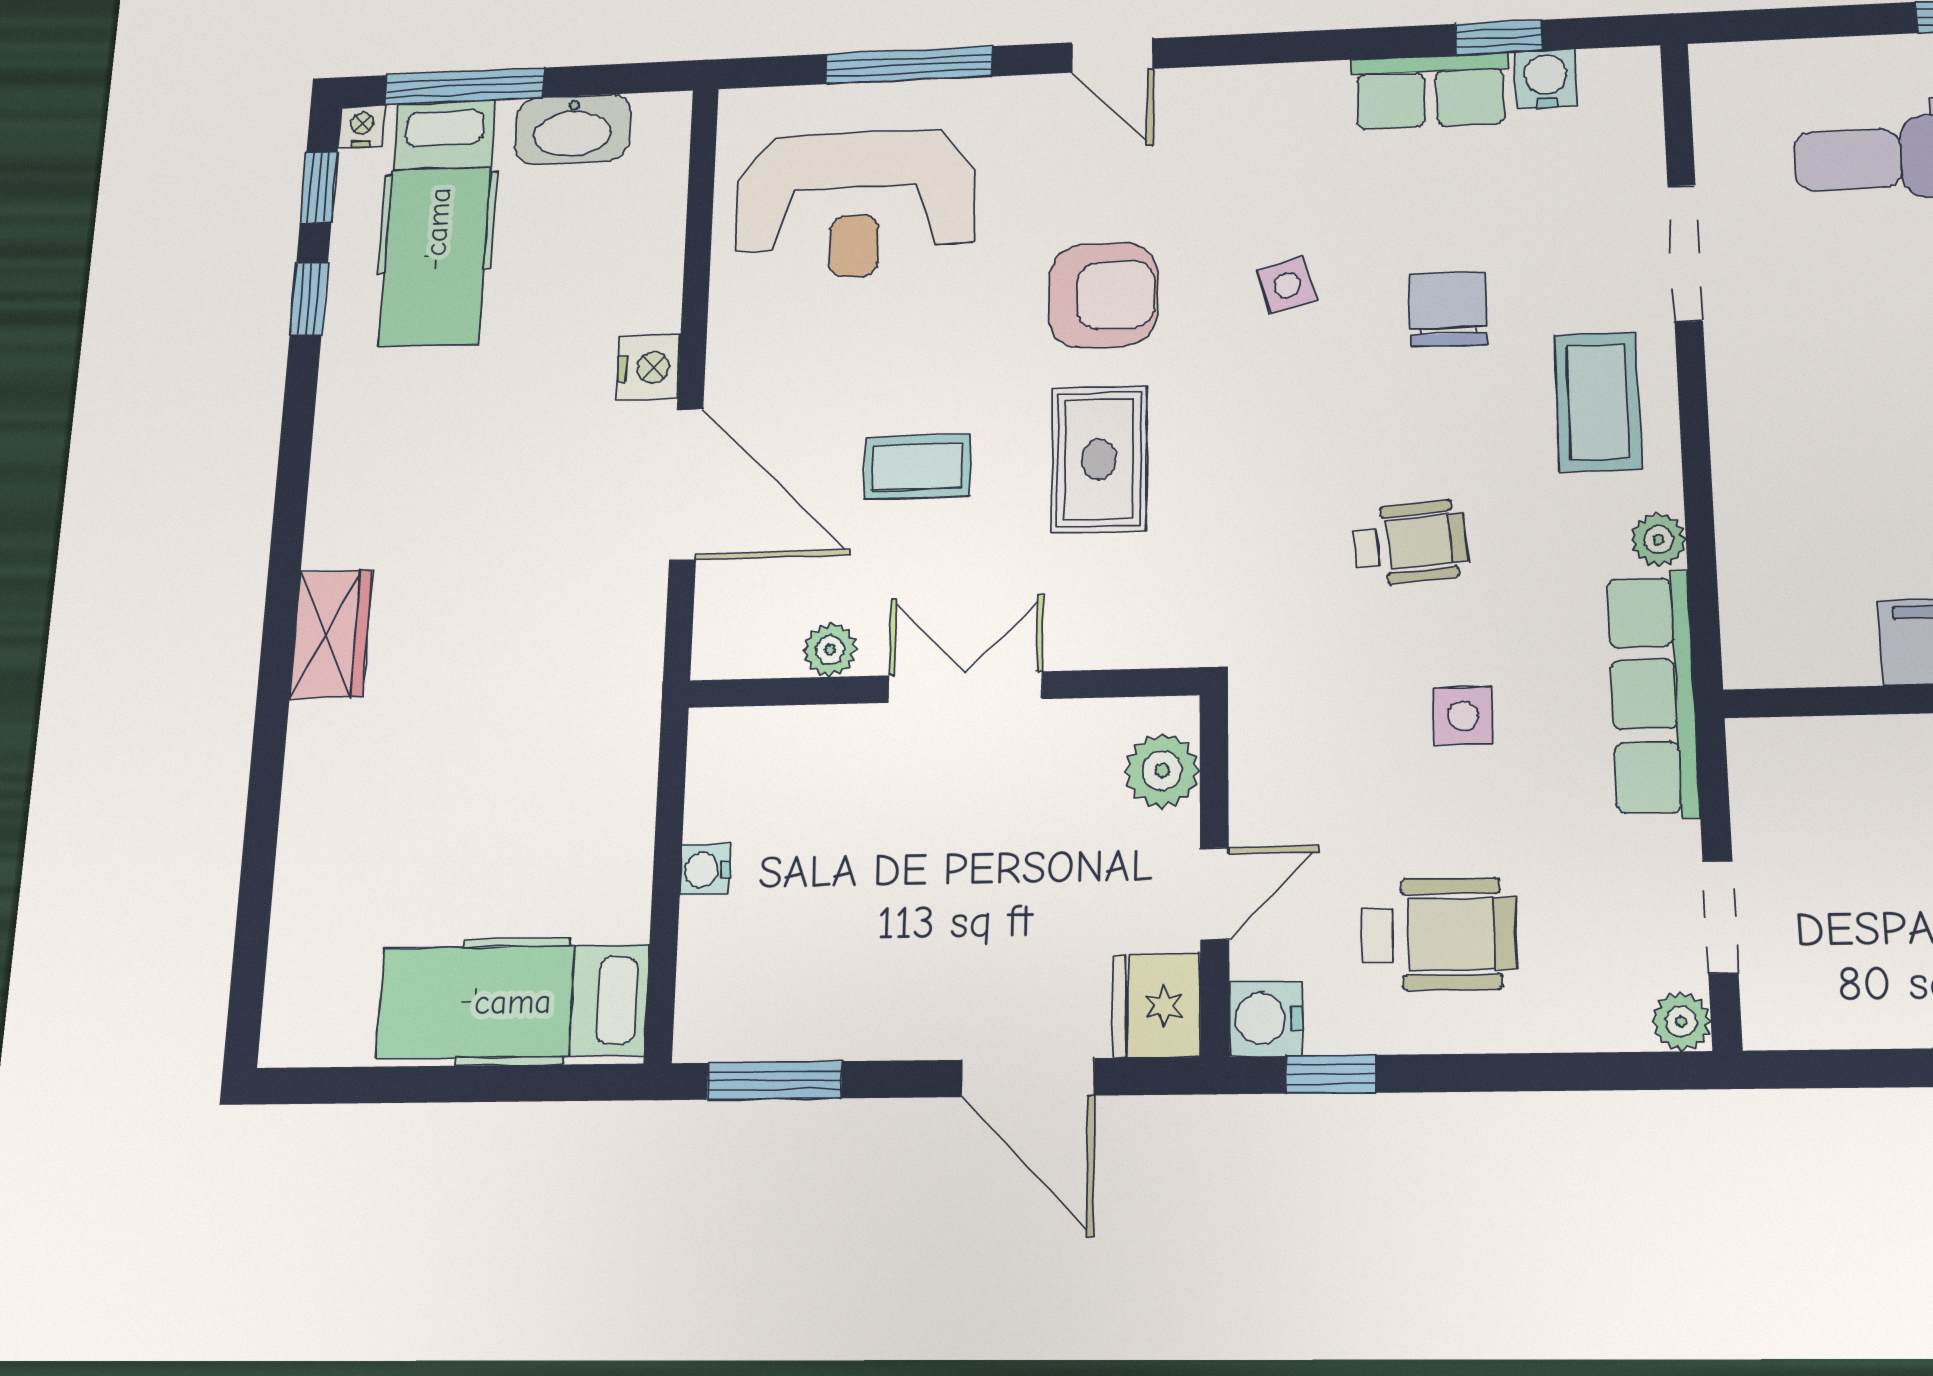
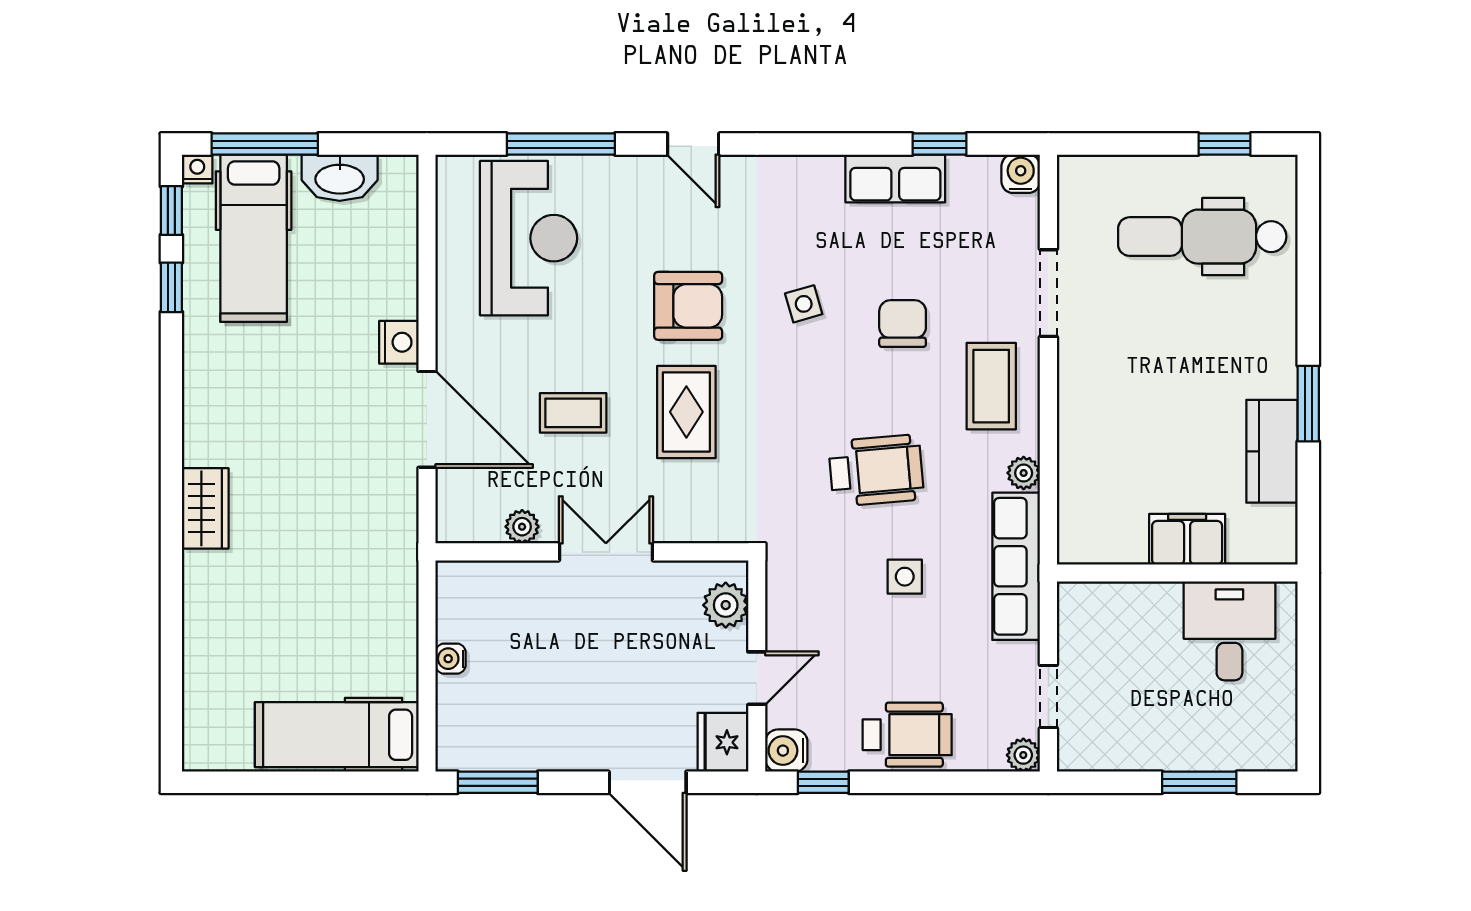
water cooler: (1546, 79) -> (1021, 174), moved
reception desk: (855, 204) -> (528, 238), turned -90
wheelchair: (1411, 543) -> (876, 470), width x1.36, depth x1.37
wheelchair: (1439, 934) -> (907, 735), moved

